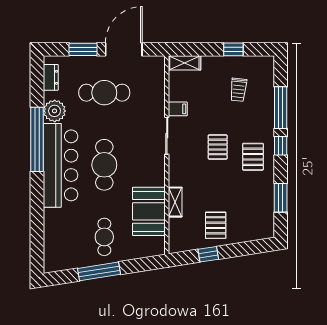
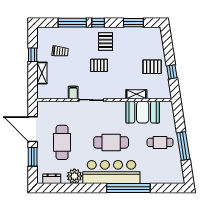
shelving: (184, 63) -> (42, 73), moved
window: (37, 139) -> (128, 188), moved
pallet: (253, 157) -> (106, 41), turned 90

